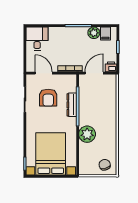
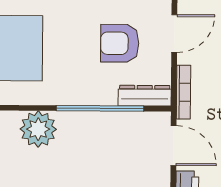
dresser: (72, 105) -> (145, 96), moved

